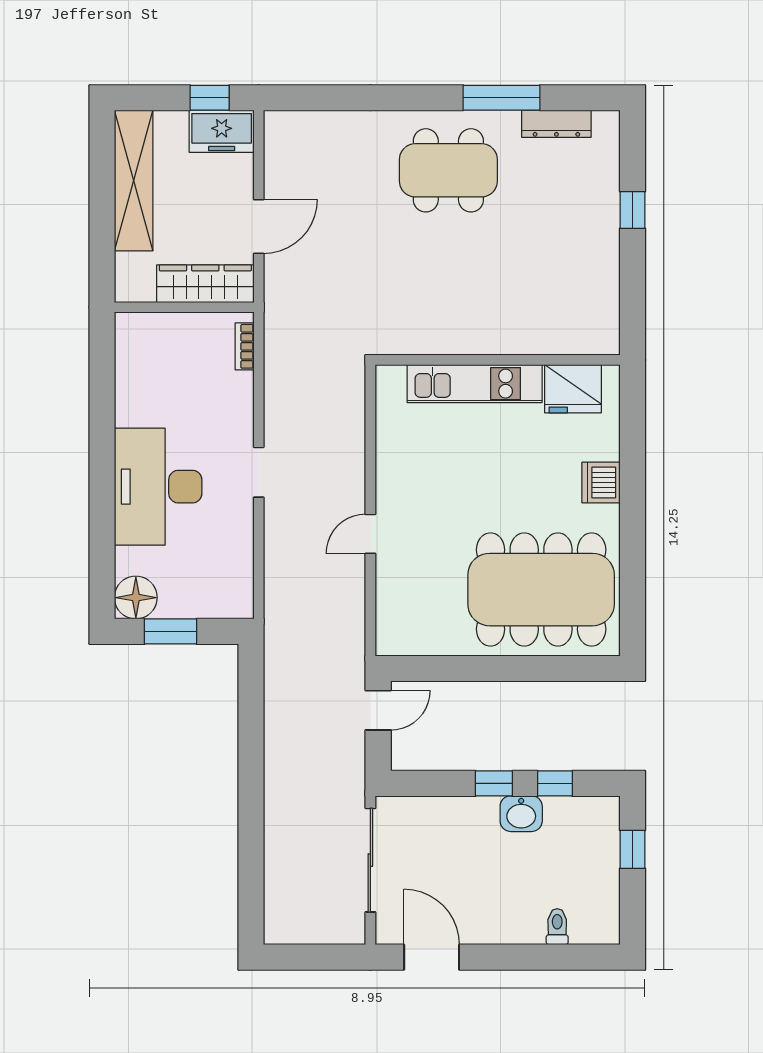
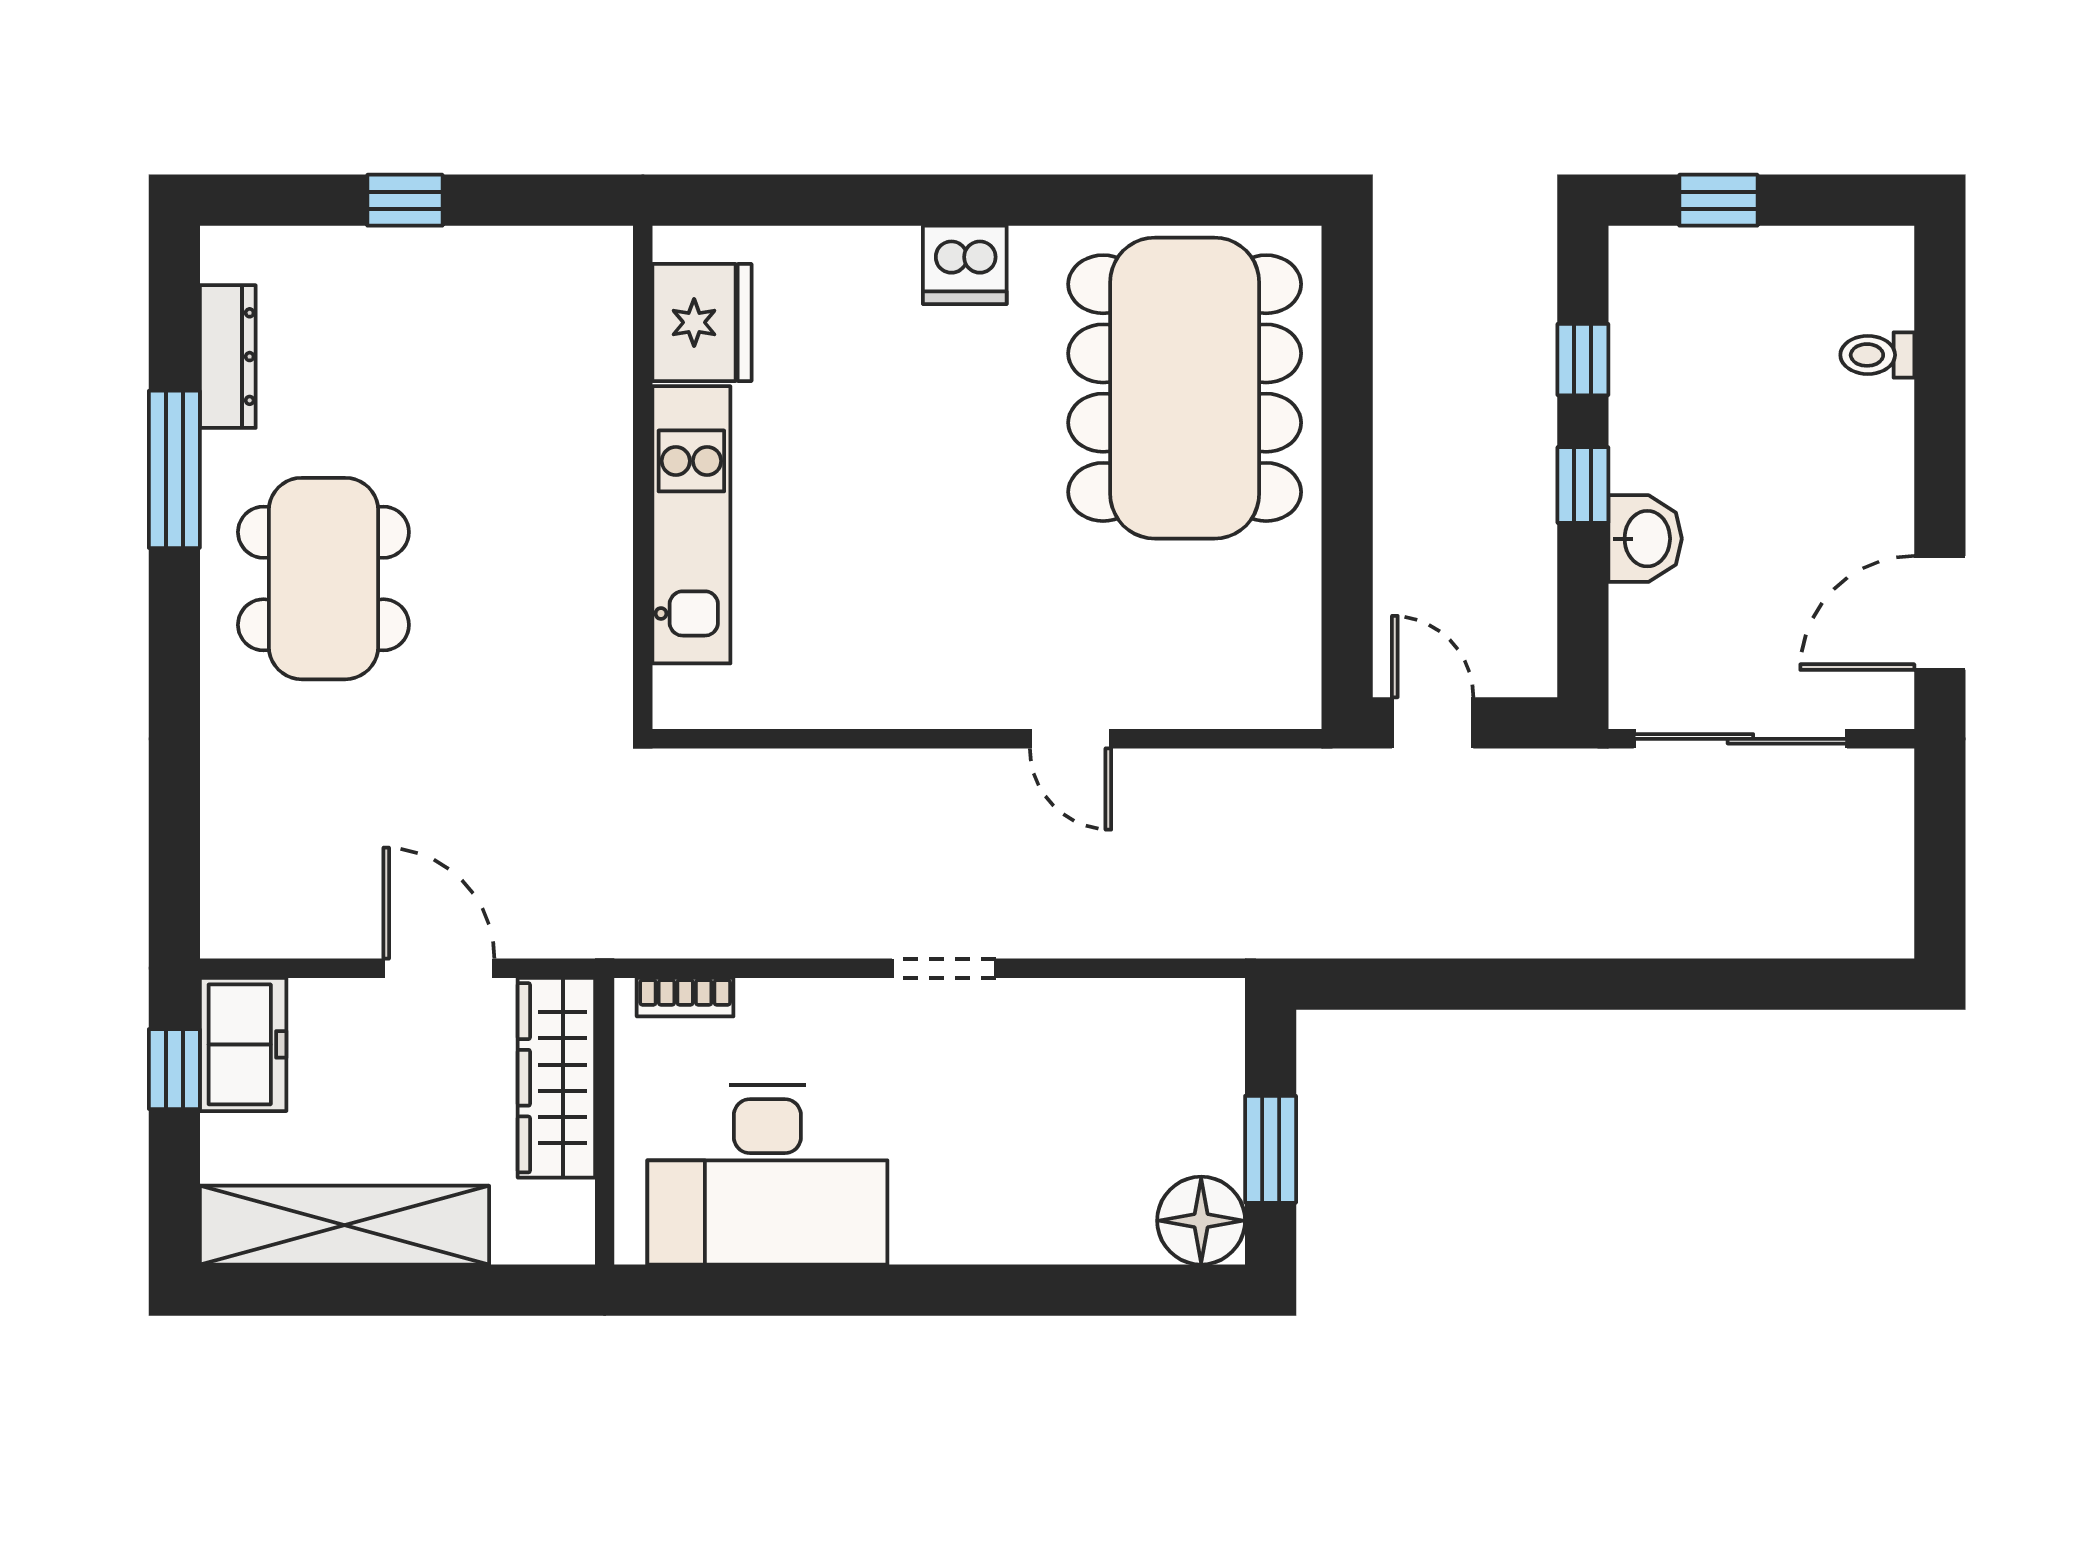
wall: (498, 360) -> (643, 477), moved
kitchen unit: (475, 384) -> (691, 525), moved
fridge: (573, 389) -> (702, 322), moved
desk: (158, 487) -> (767, 1175), moved
washbasin: (521, 814) -> (1645, 539), moved

